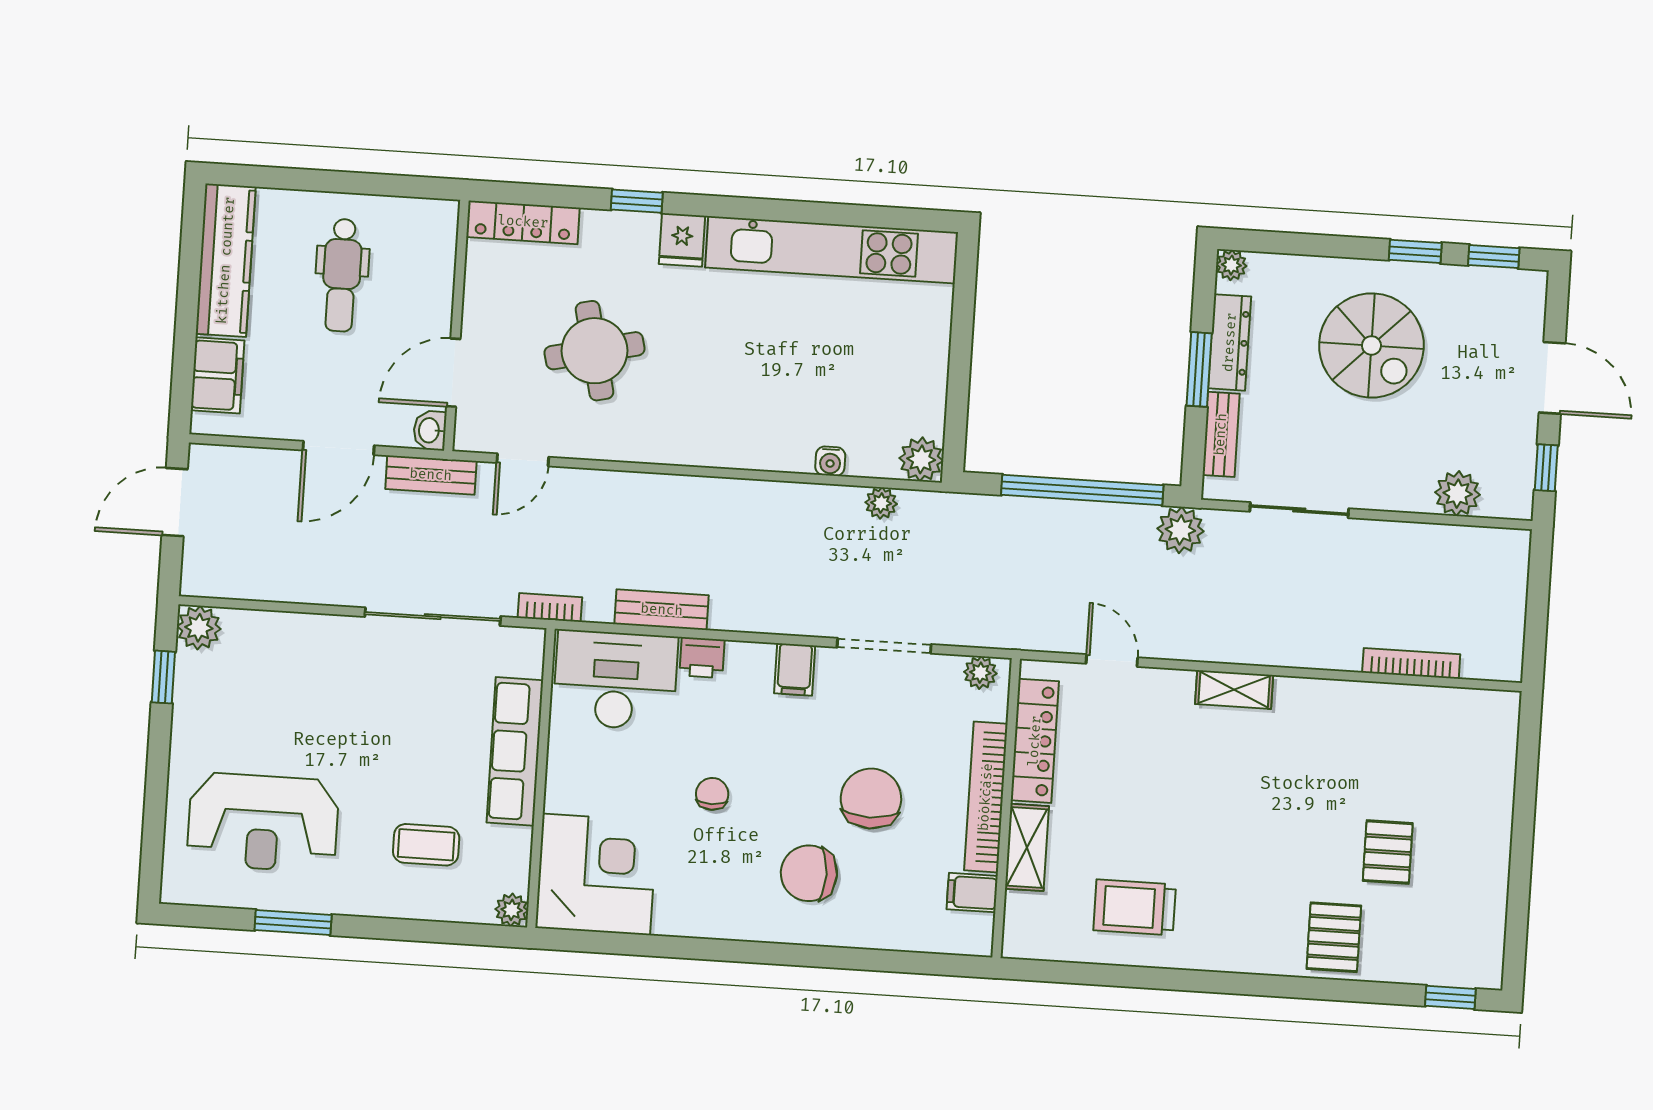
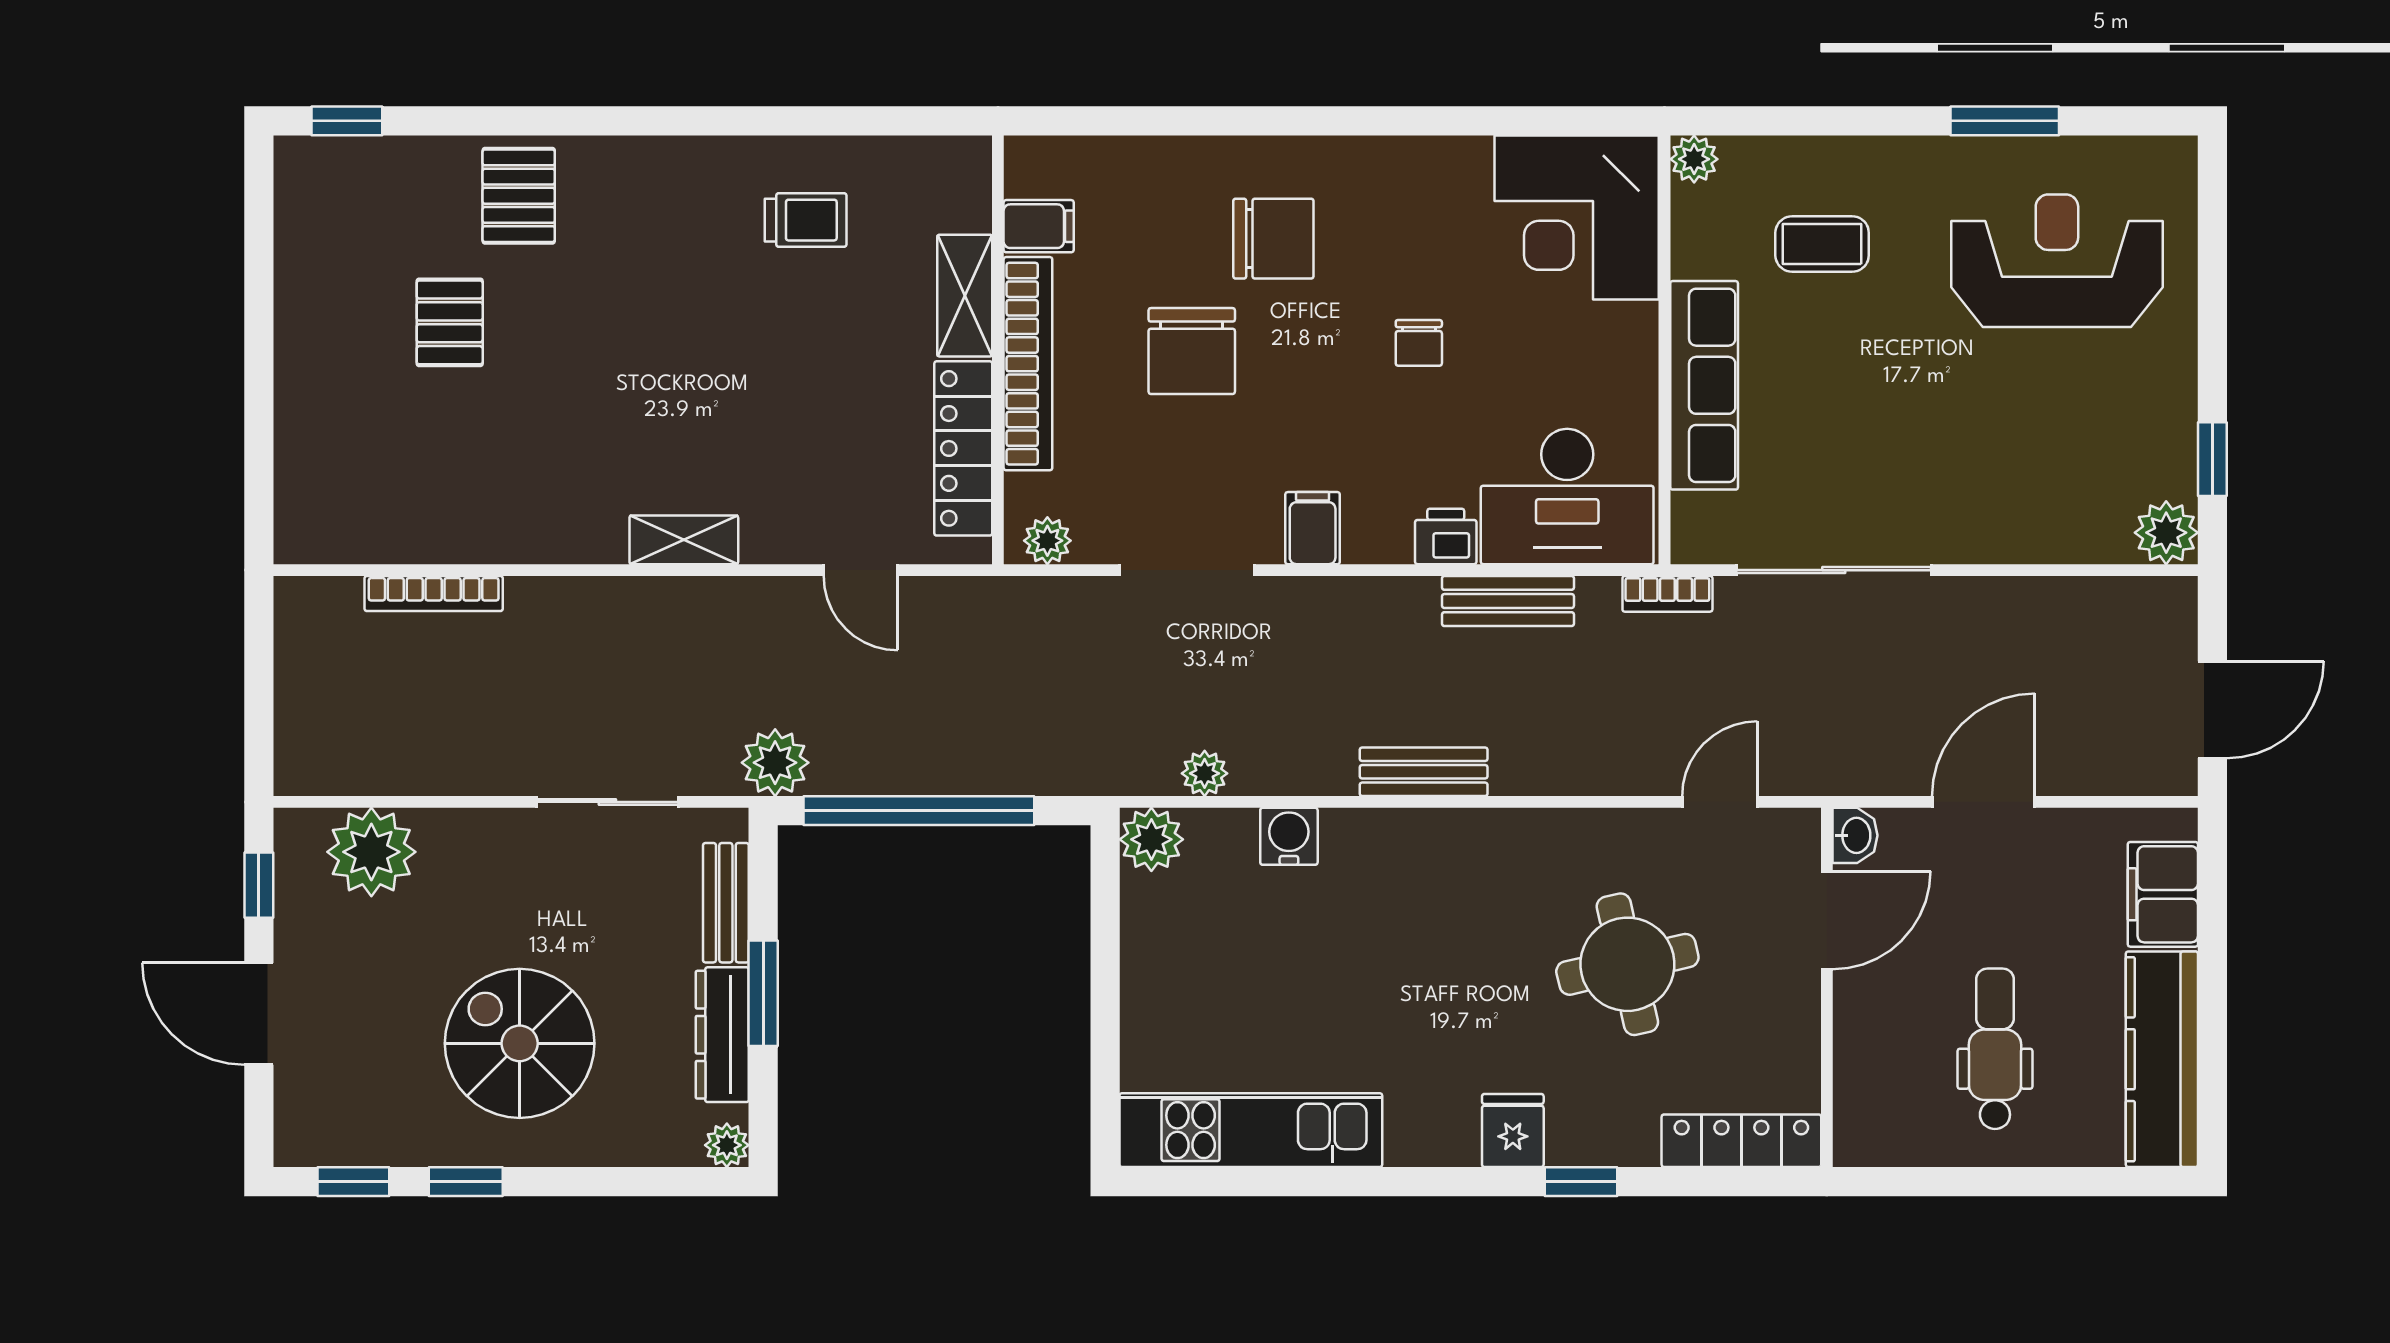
kitchen unit: (832, 250) -> (1251, 1130), width x0.73
water cooler: (830, 461) -> (1289, 836), width x1.38, depth x1.38
bench: (431, 475) -> (1424, 772), moved
plant: (1458, 494) -> (371, 852), width x1.36, depth x1.36
trolley: (1135, 907) -> (806, 220), width x0.73, depth x0.72

